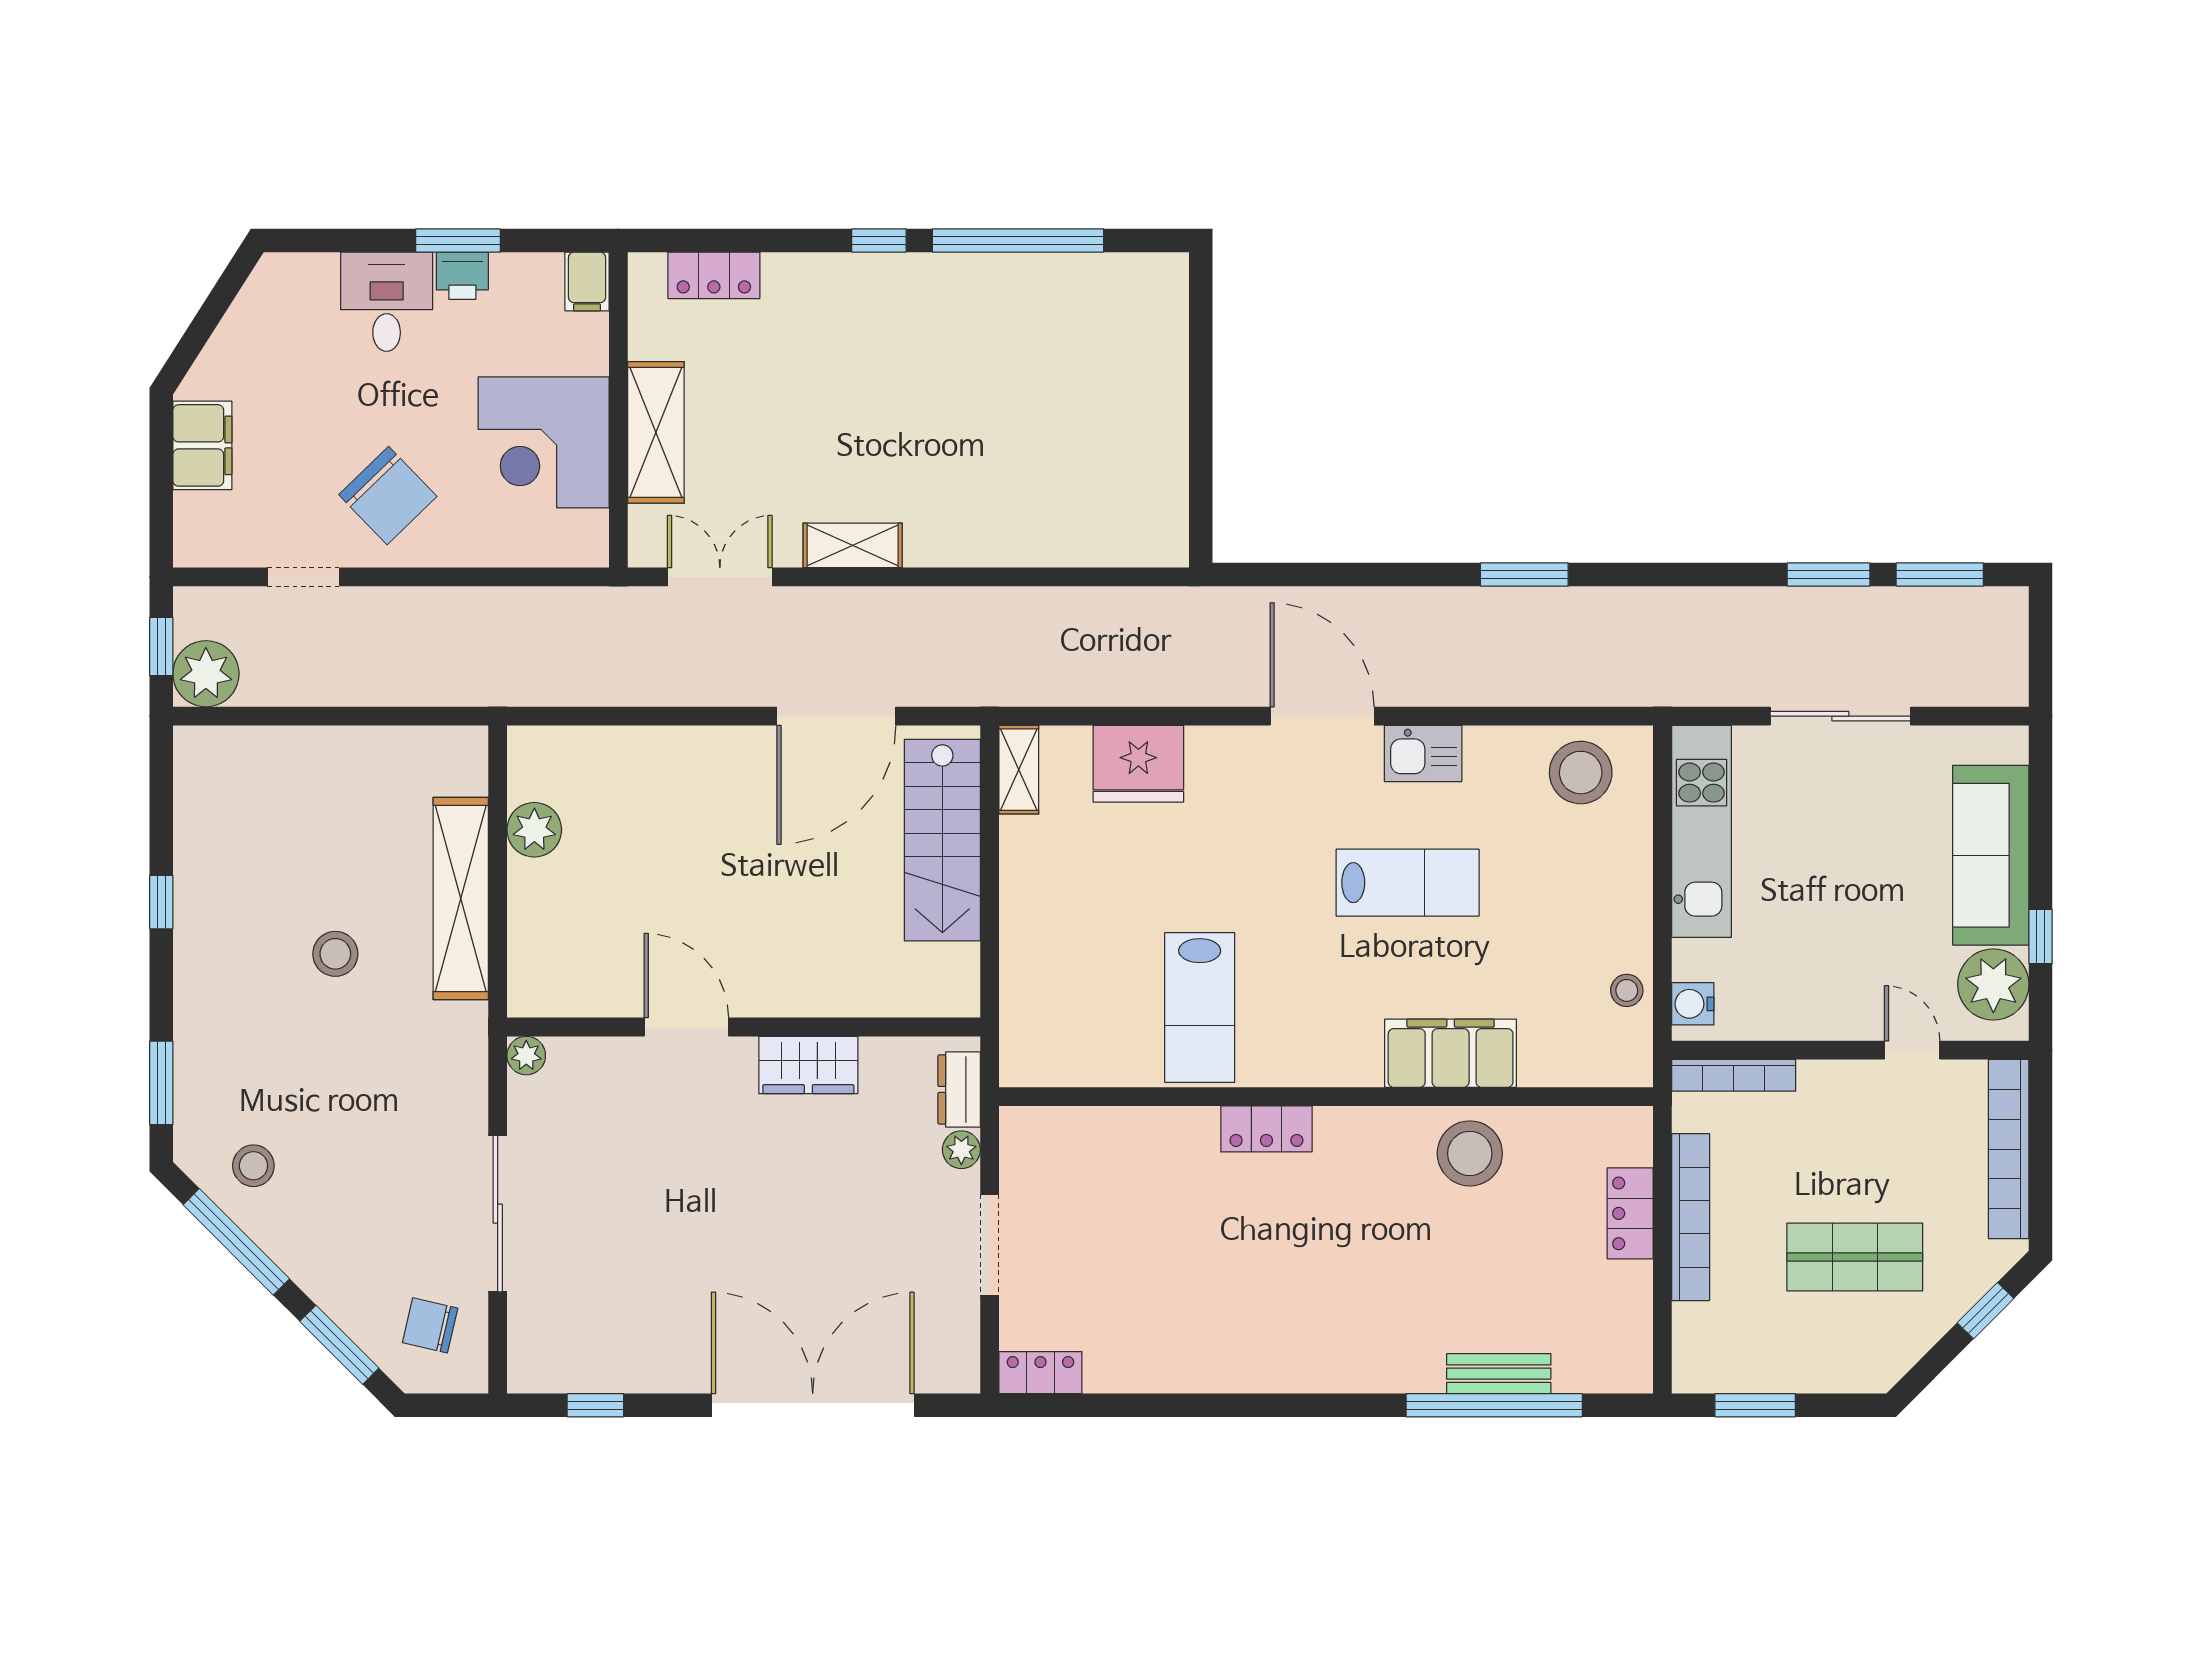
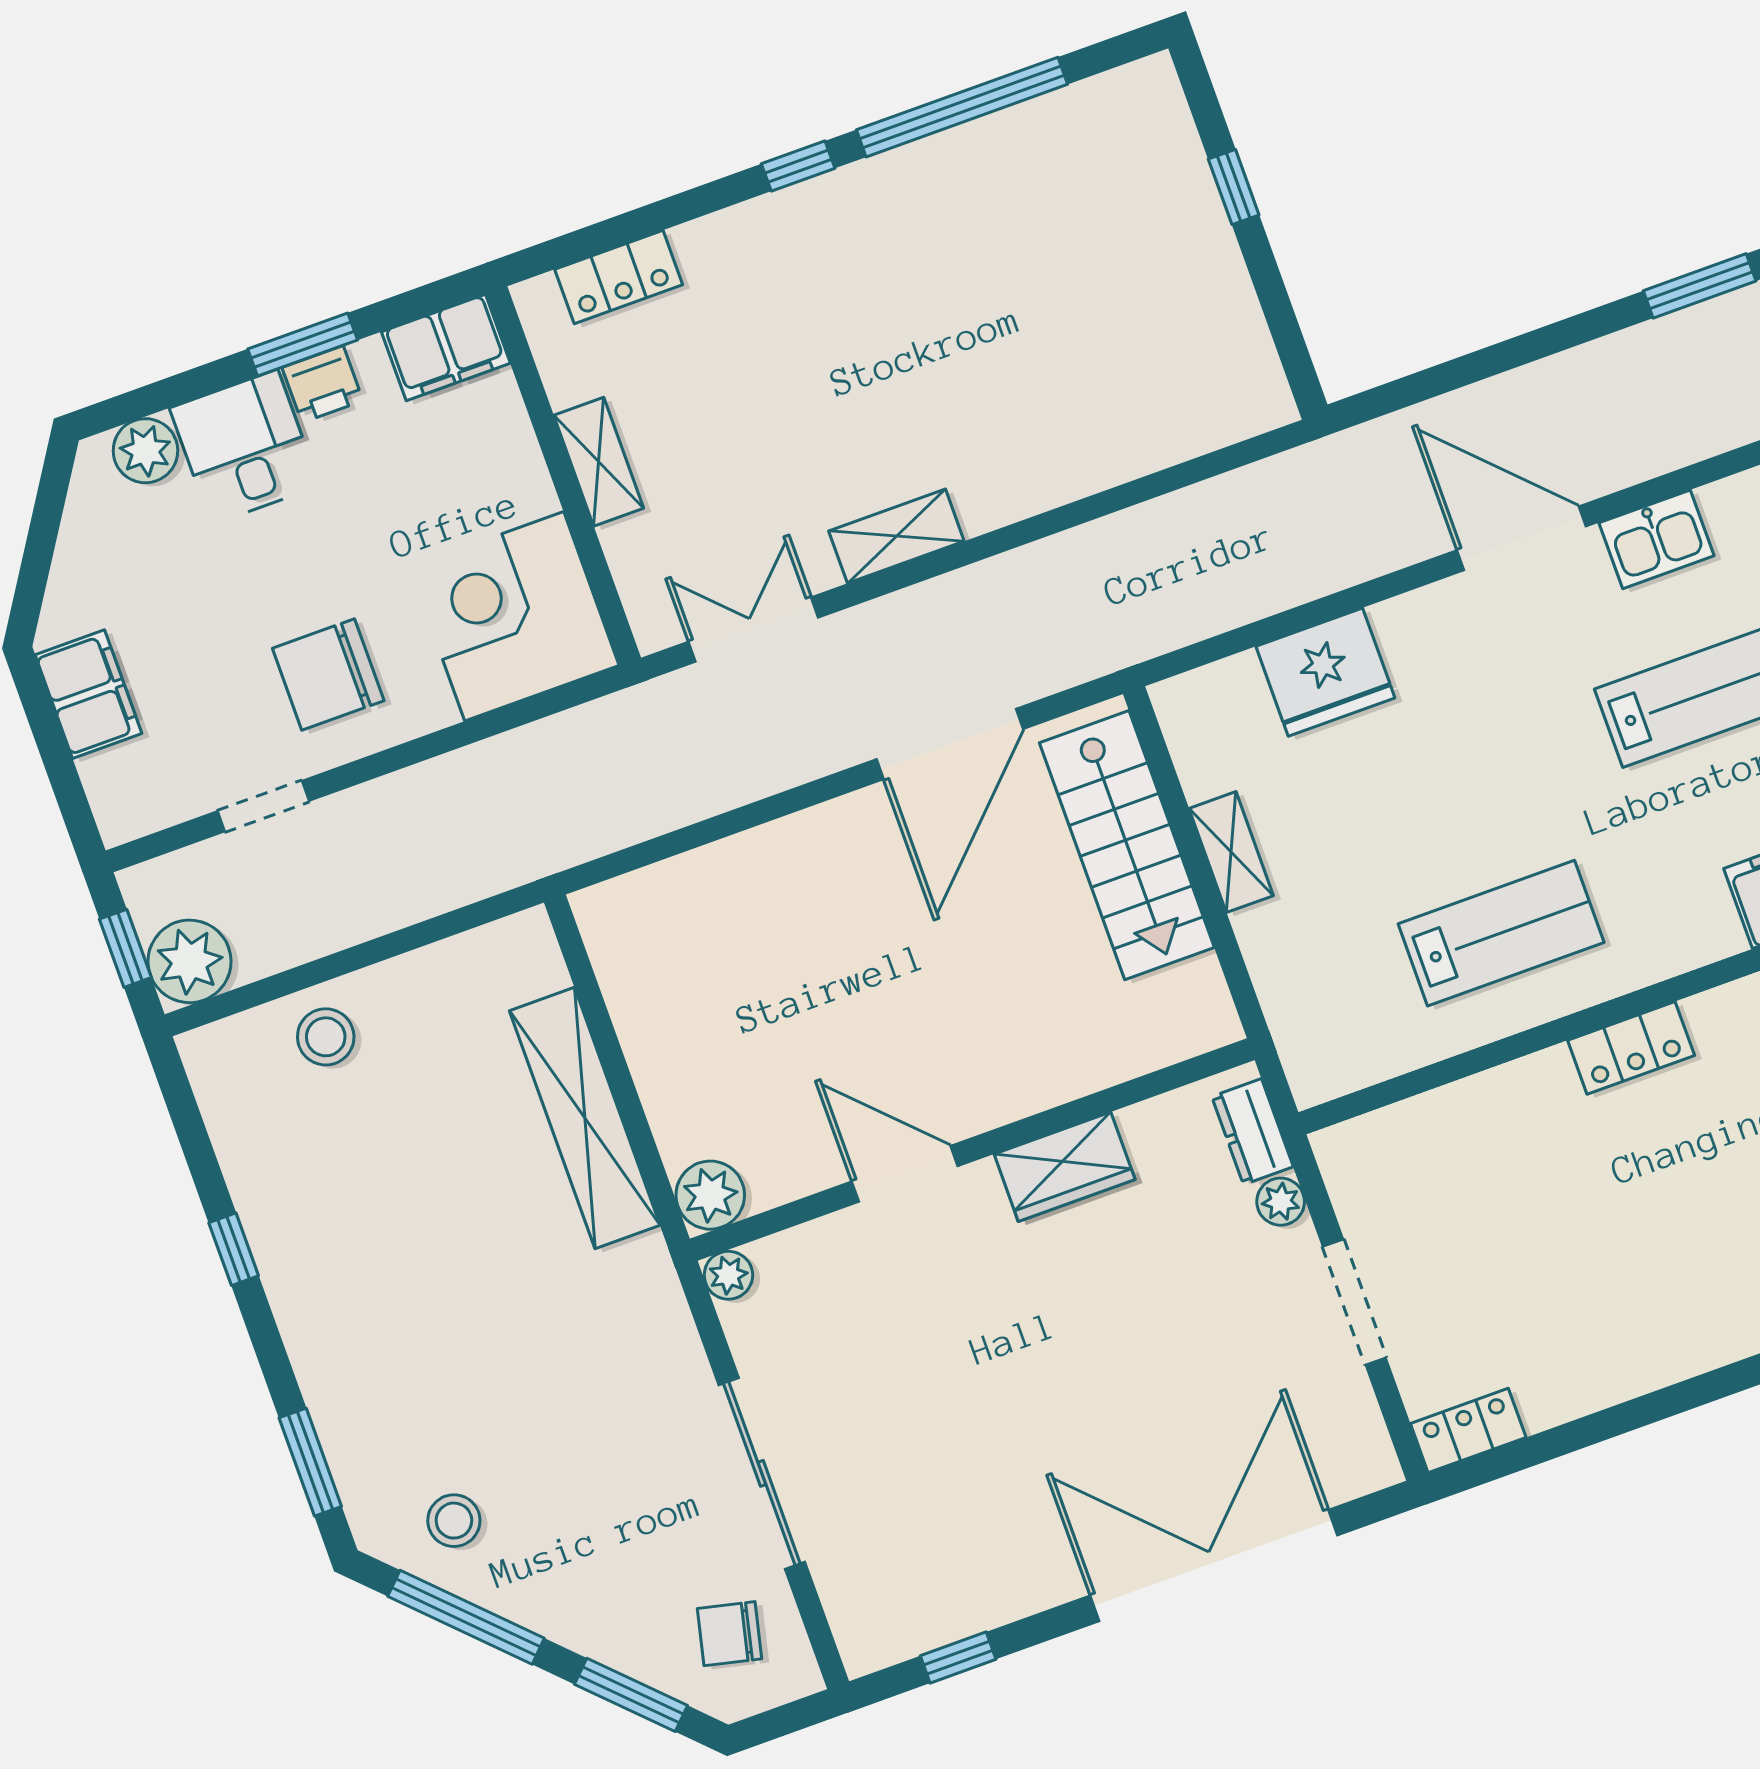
plant: (311, 278) -> (145, 451), added
filing cabinet: (587, 282) -> (446, 347), width x2.00
window: (1201, 374) -> (1234, 187), added
shelving: (656, 432) -> (599, 462), width x0.67, depth x0.75
corner desk: (544, 442) -> (514, 616), moved, turned 90
chair: (388, 496) -> (328, 675), turned 134
shelving: (1019, 770) -> (1231, 852), moved
plant: (534, 830) -> (710, 1195), moved
stool: (335, 954) -> (326, 1037), moved
lab bench: (1200, 1008) -> (1501, 933), turned -90

